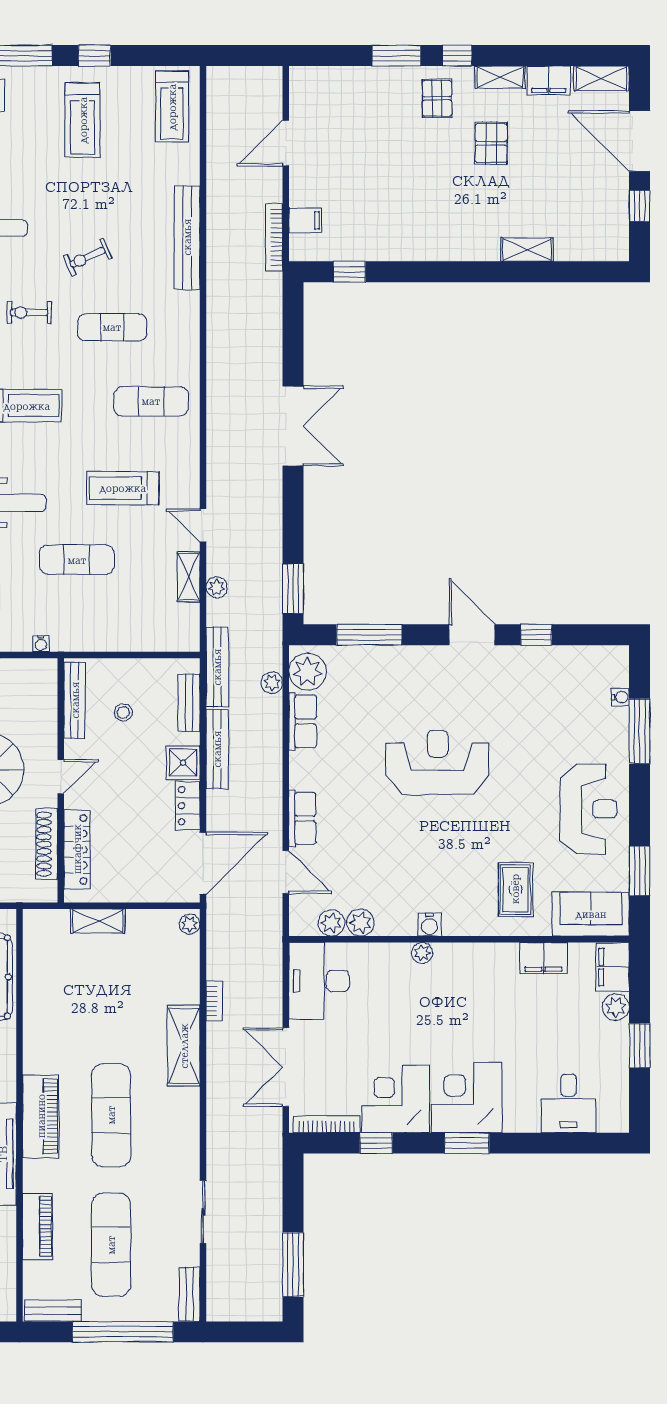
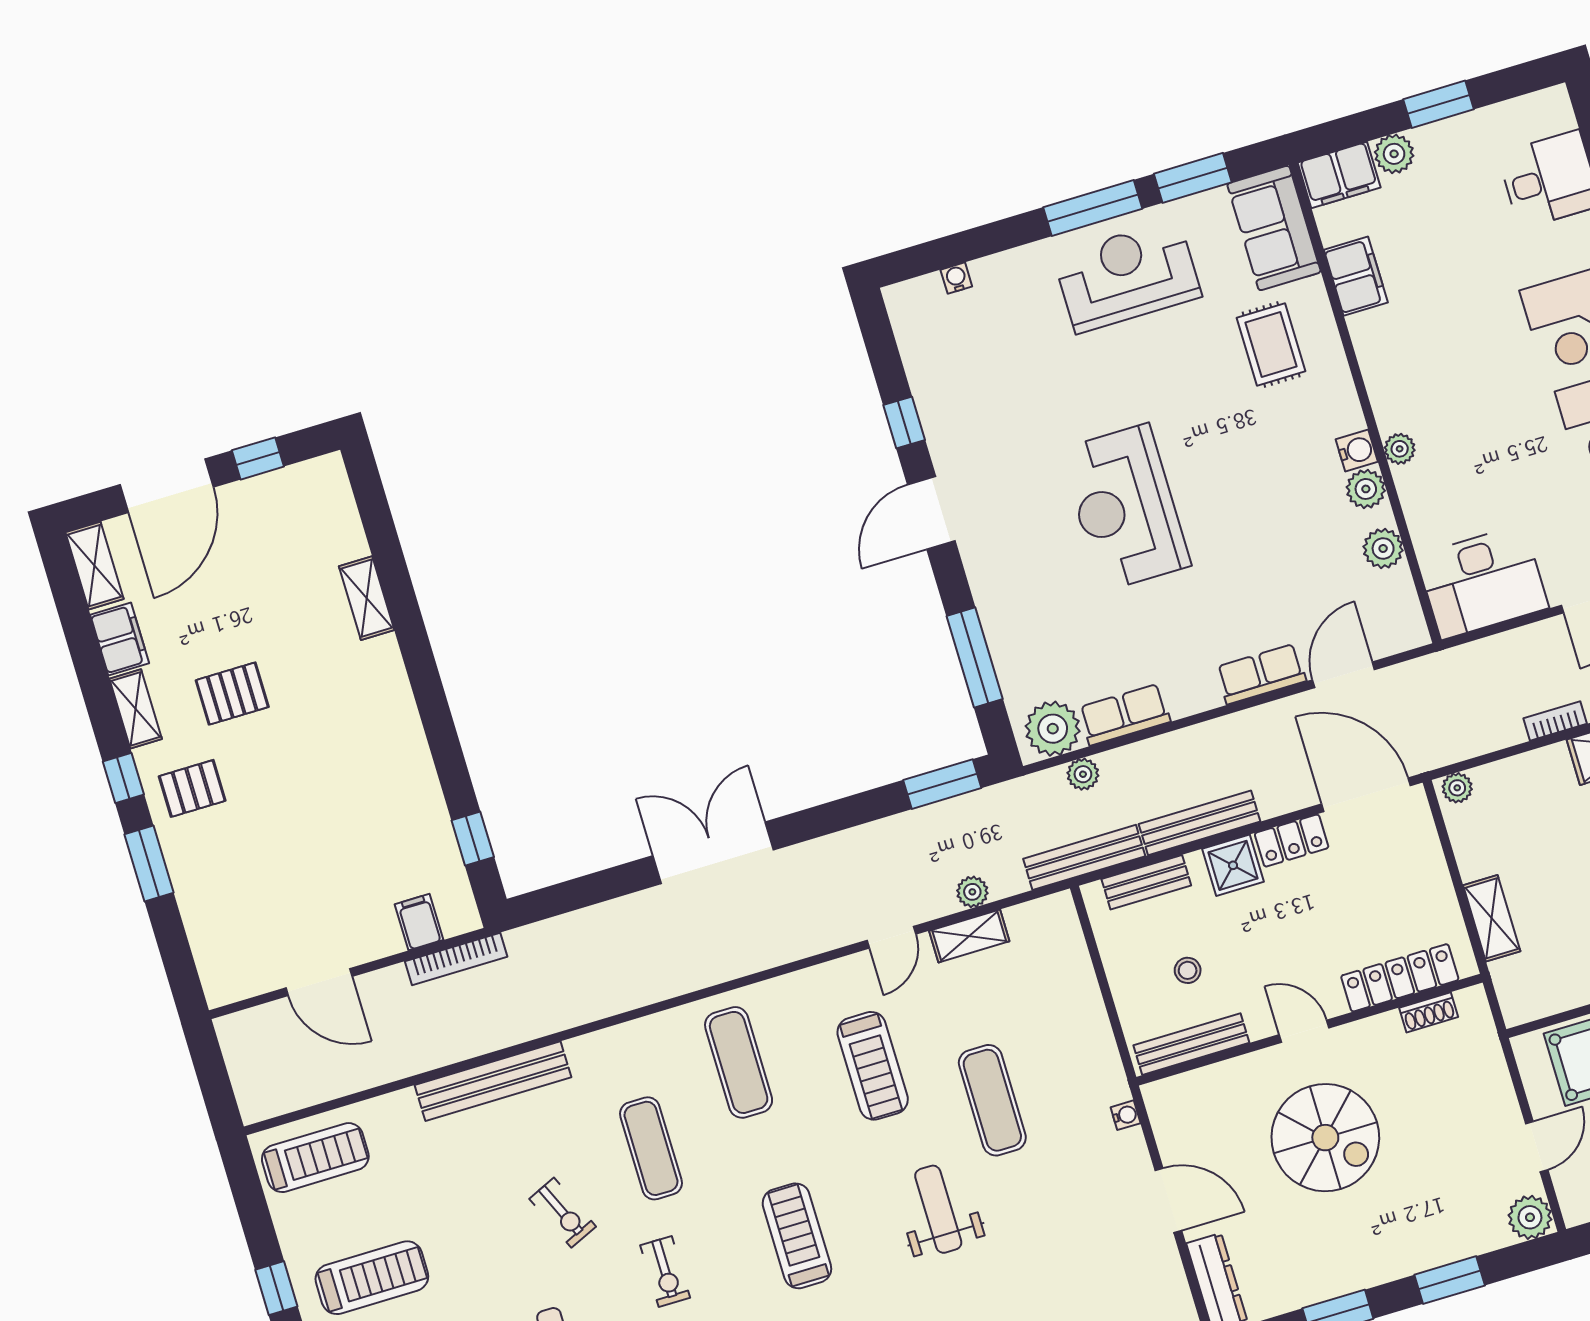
window: (639, 731) -> (1093, 208), moved
shoe rack: (47, 844) -> (1429, 1012), width x0.51, depth x0.81
rug: (515, 889) -> (1271, 344), turned 90
plant: (331, 923) -> (1366, 489), moved

